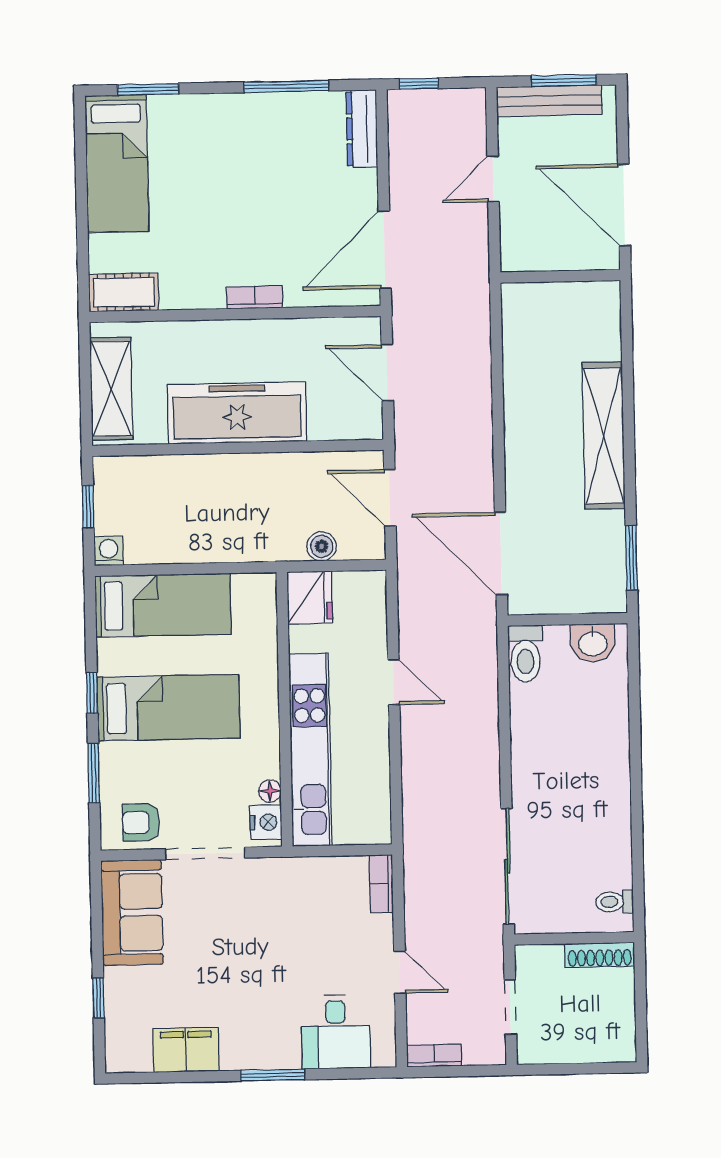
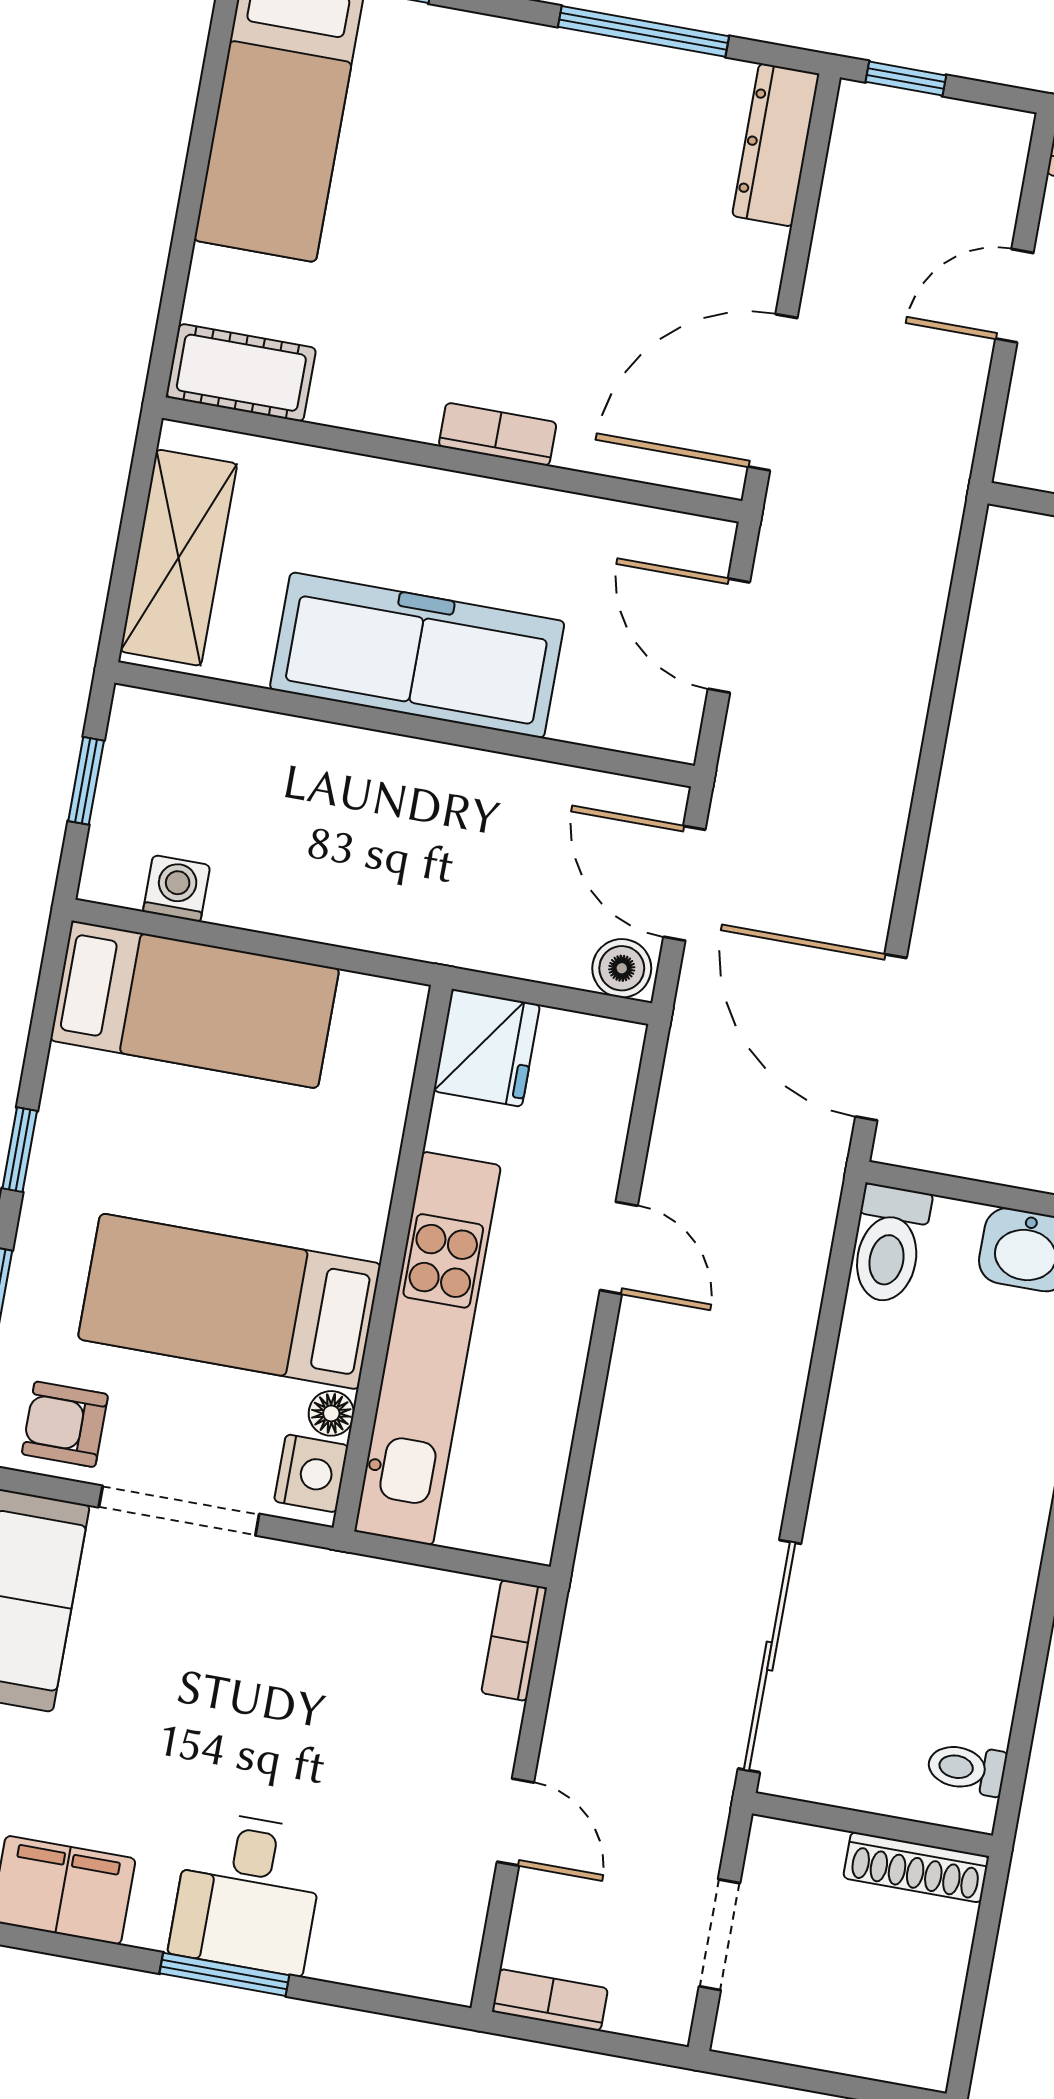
boiler: (322, 546) -> (622, 968), moved
washing machine: (109, 551) -> (177, 888), moved
bed: (168, 708) -> (229, 1301), moved, turned 180
desk: (336, 1032) -> (248, 1893), moved

